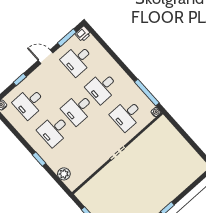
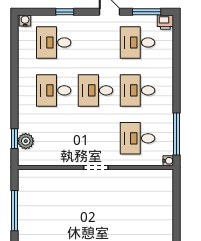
window: (39, 159) -> (15, 139), moved

